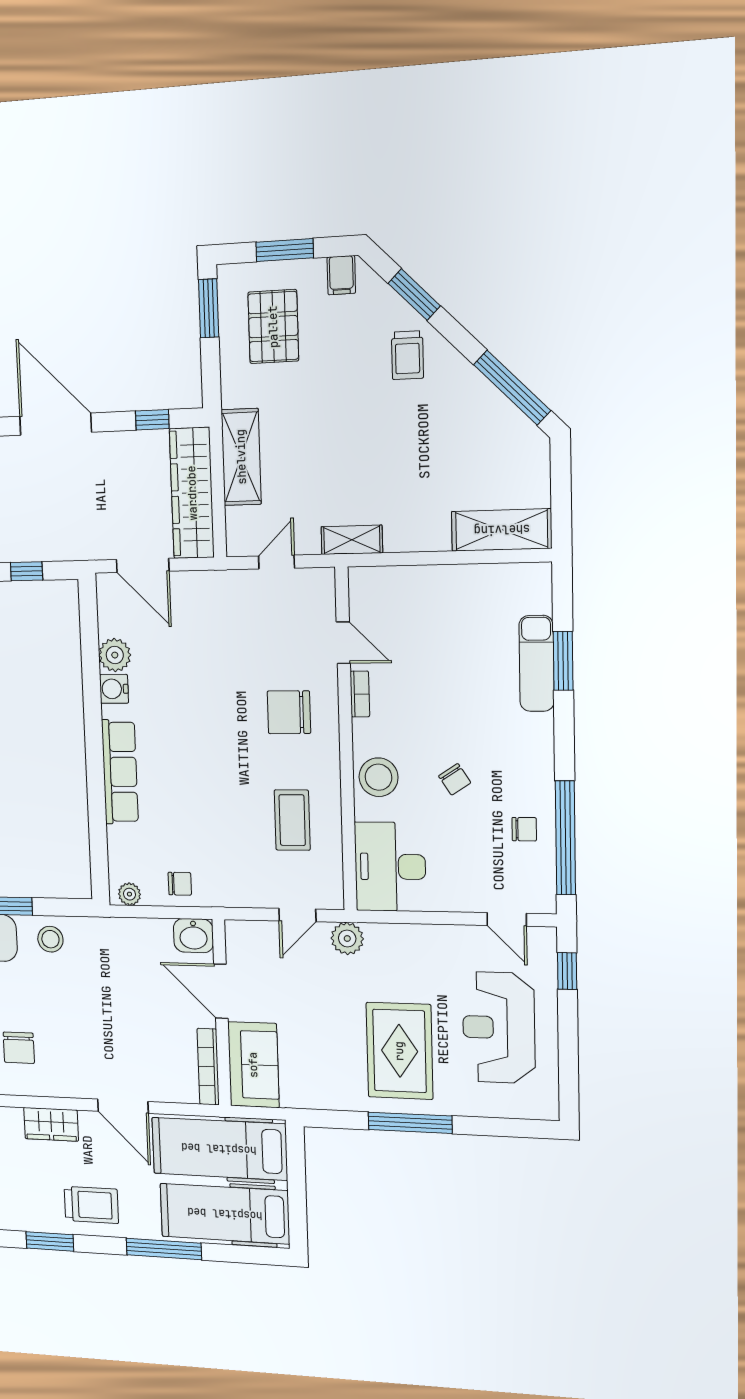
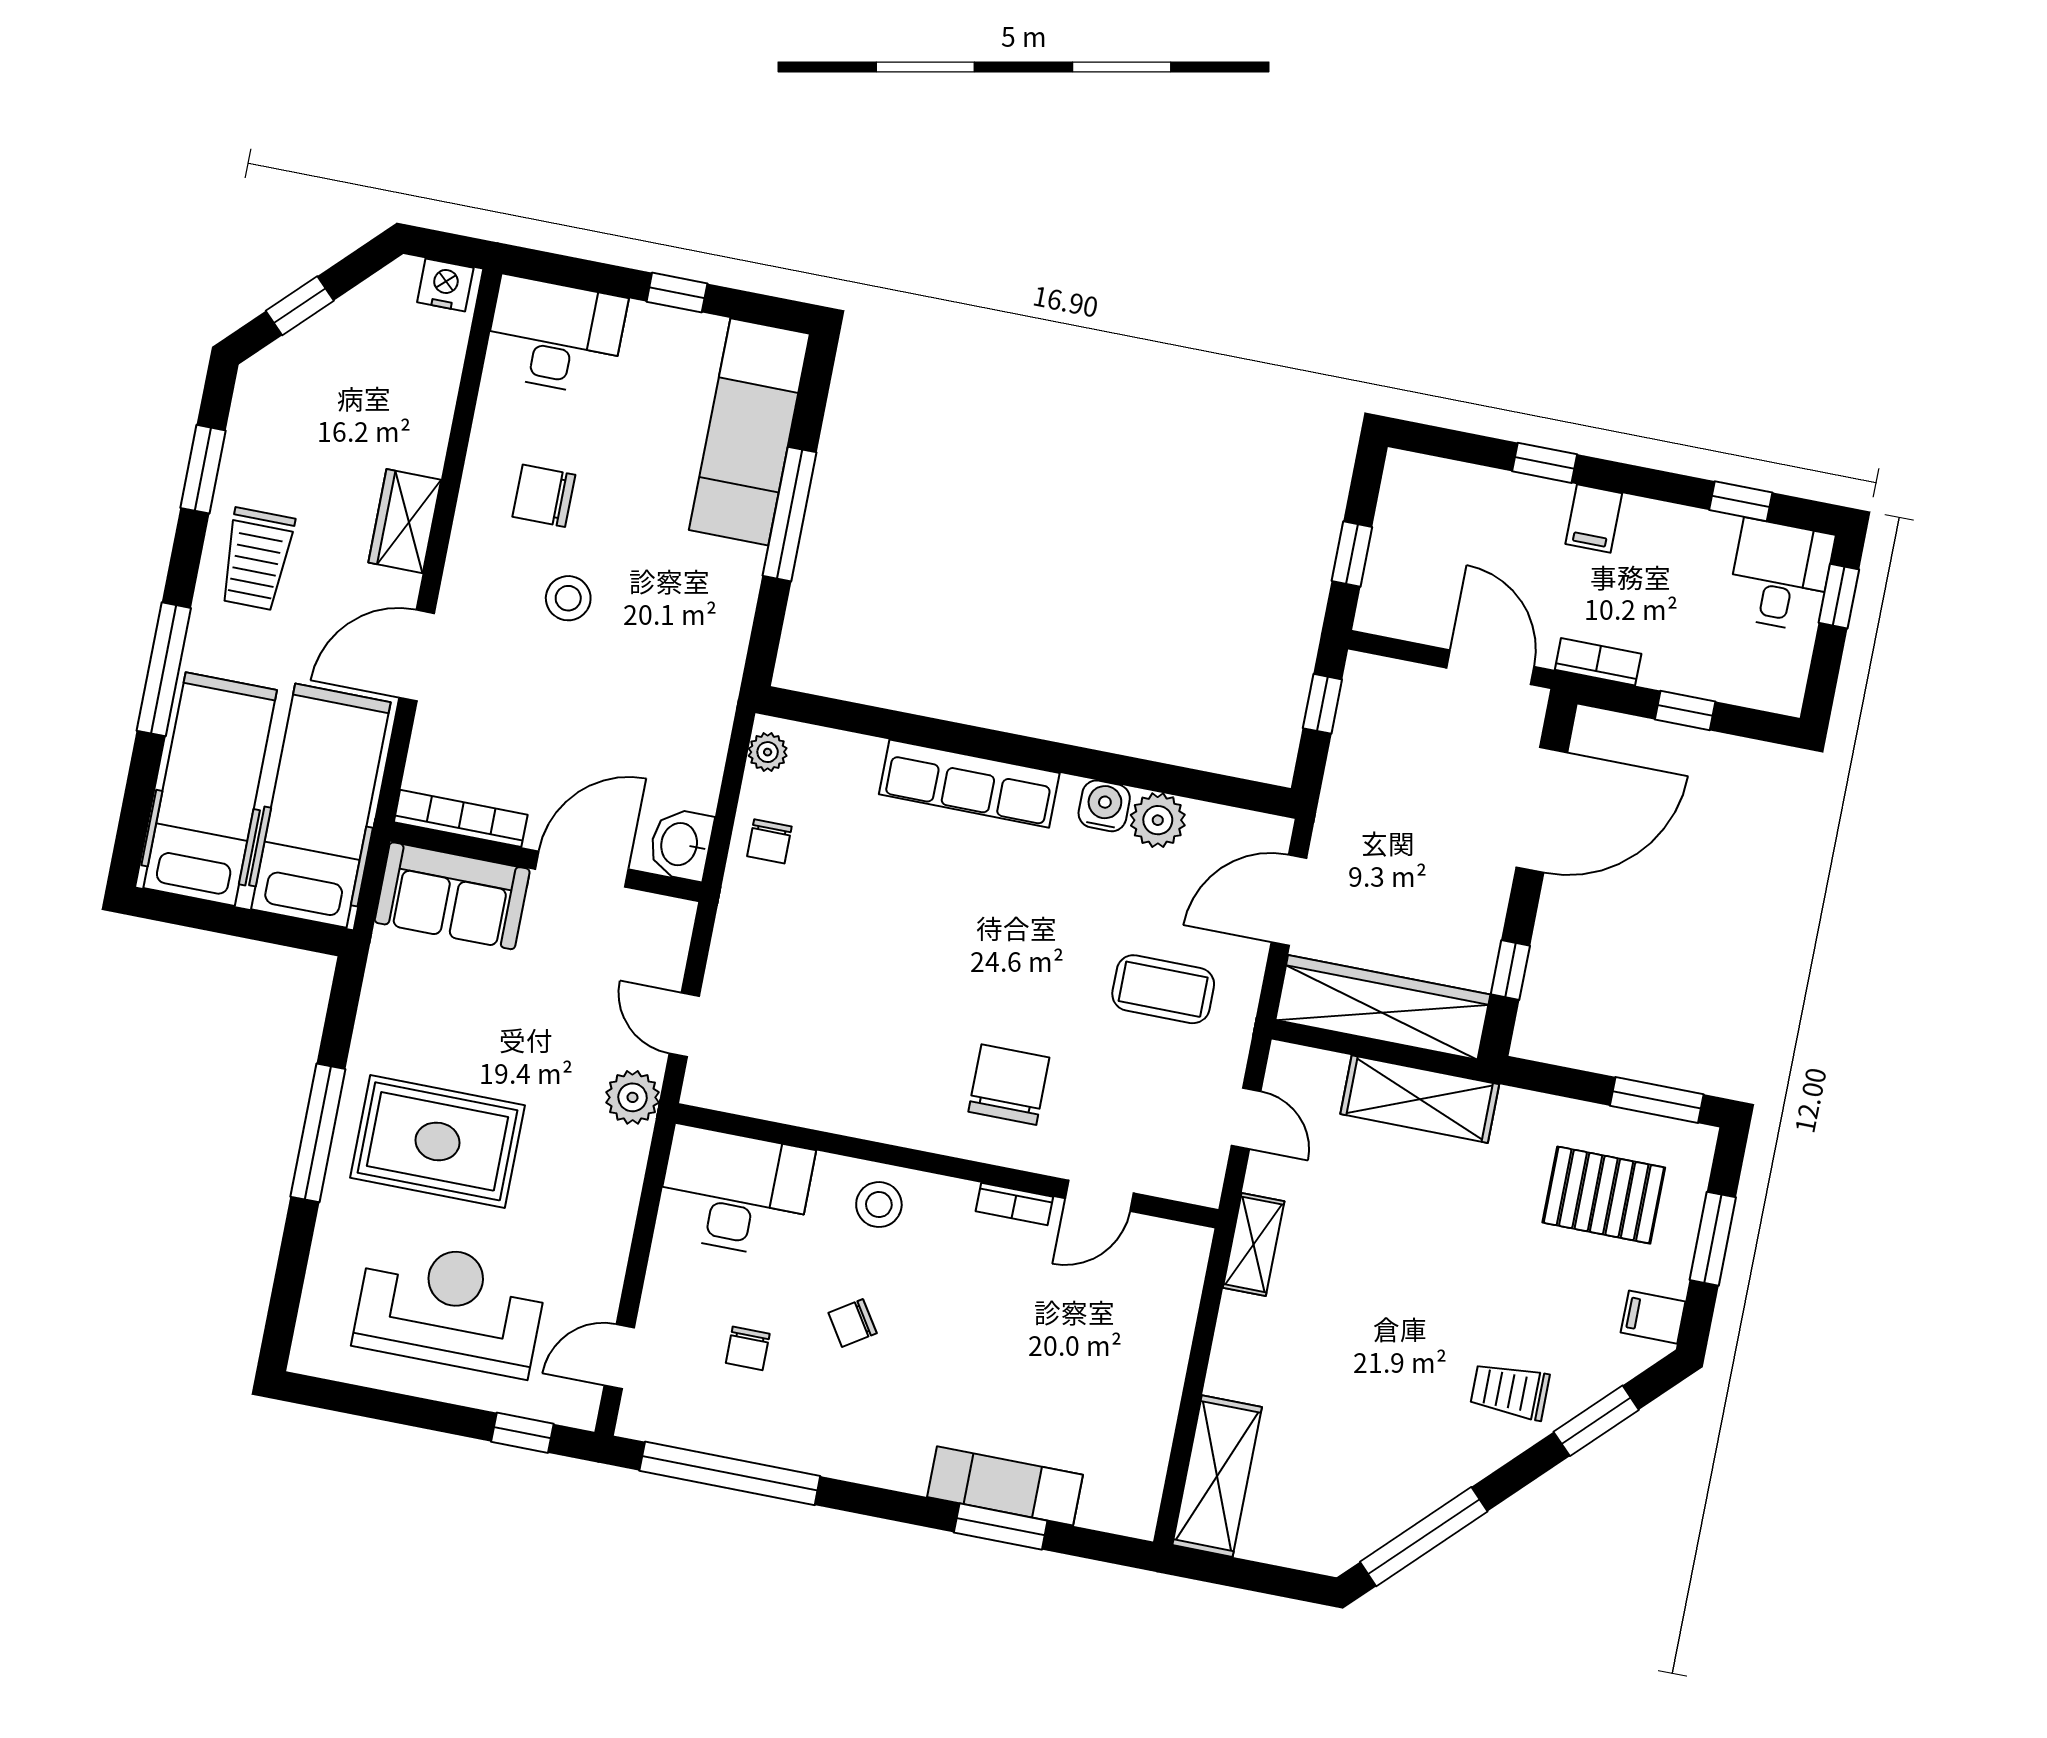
stool: (379, 777) -> (879, 1205), width x0.73, depth x0.73
coffee table: (292, 820) -> (1163, 989), moved
chair: (524, 829) -> (748, 1348), moved
stool: (50, 939) -> (568, 598), moved

